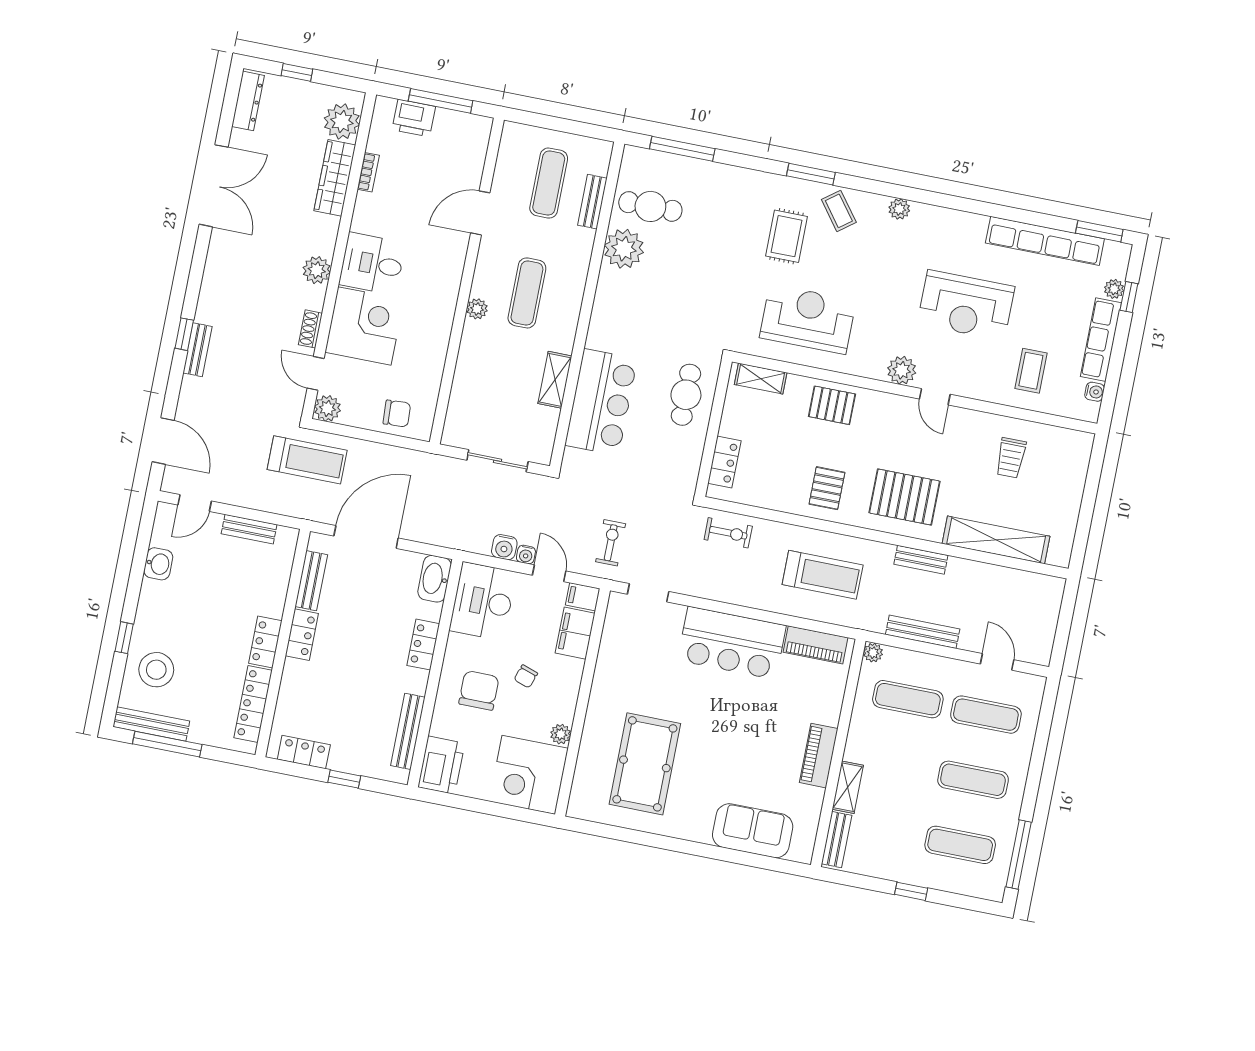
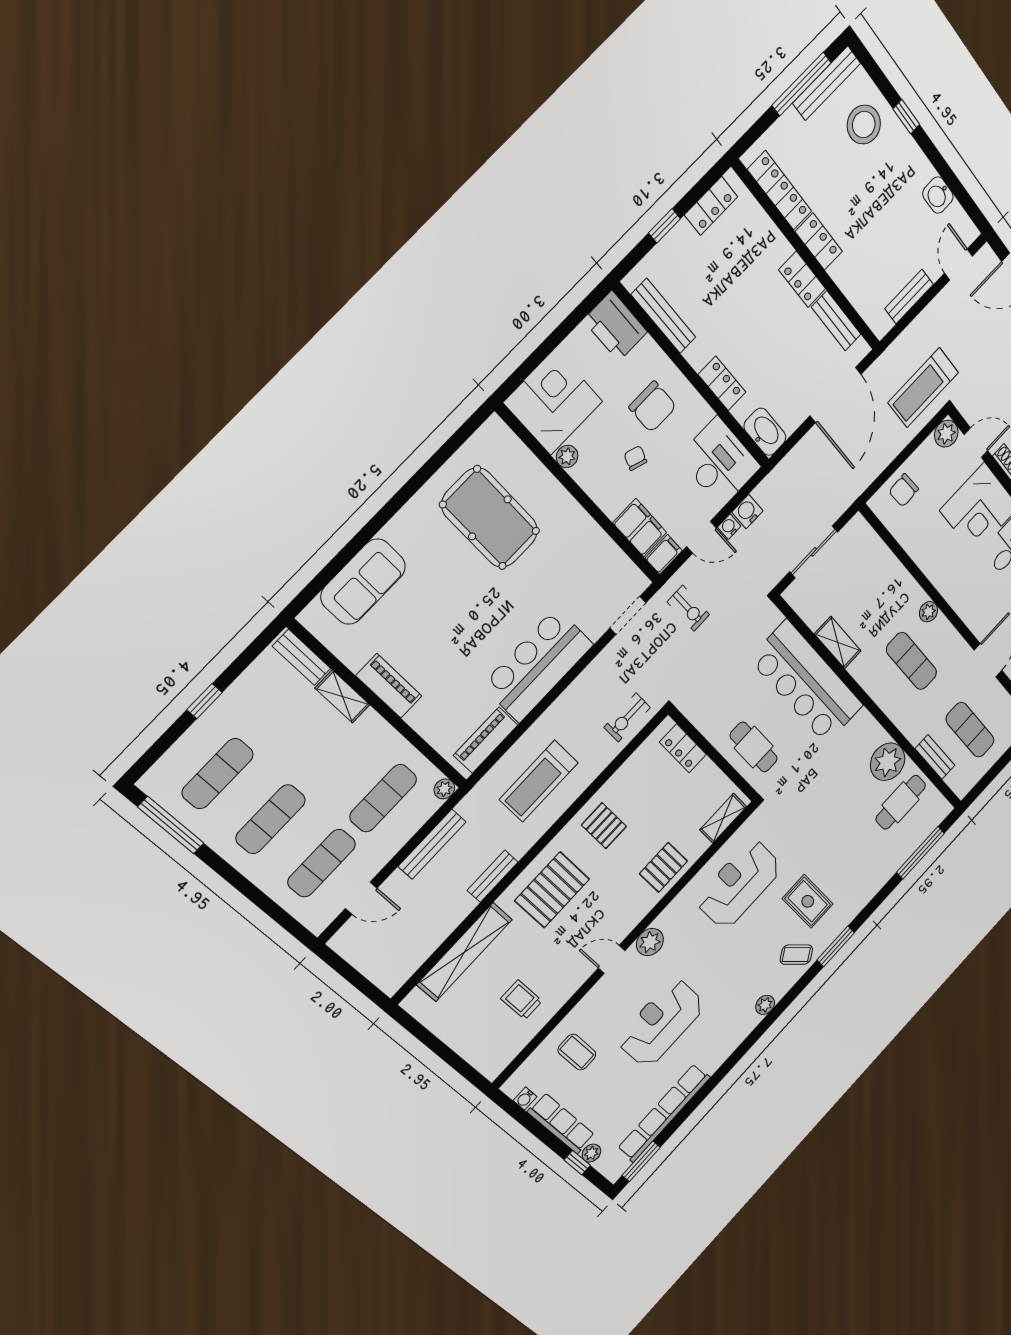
reception desk: (808, 319) -> (739, 884), turned 180
bar counter: (601, 402) -> (807, 682), width x1.36

